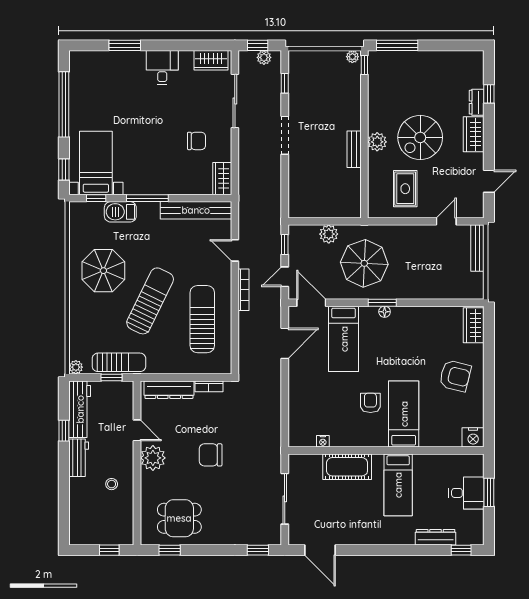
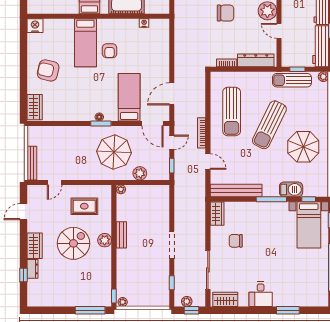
rug: (405, 189) -> (84, 206), turned 90
plant: (355, 212) -> (121, 189), added

